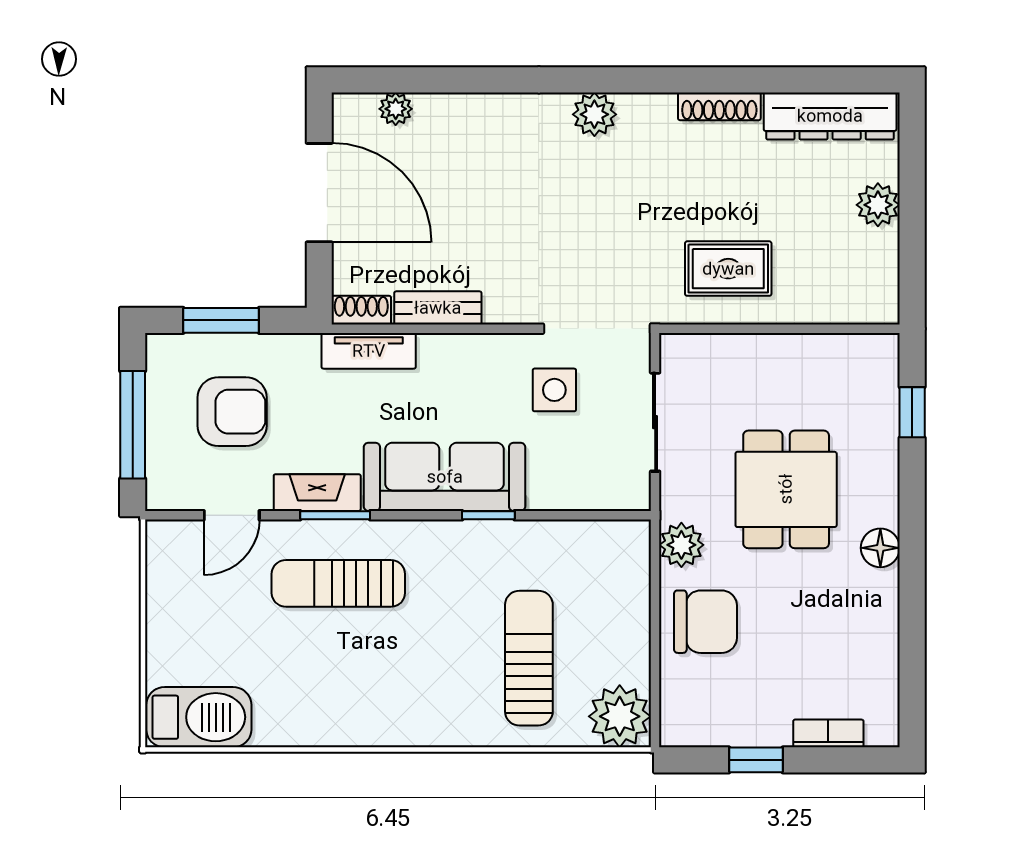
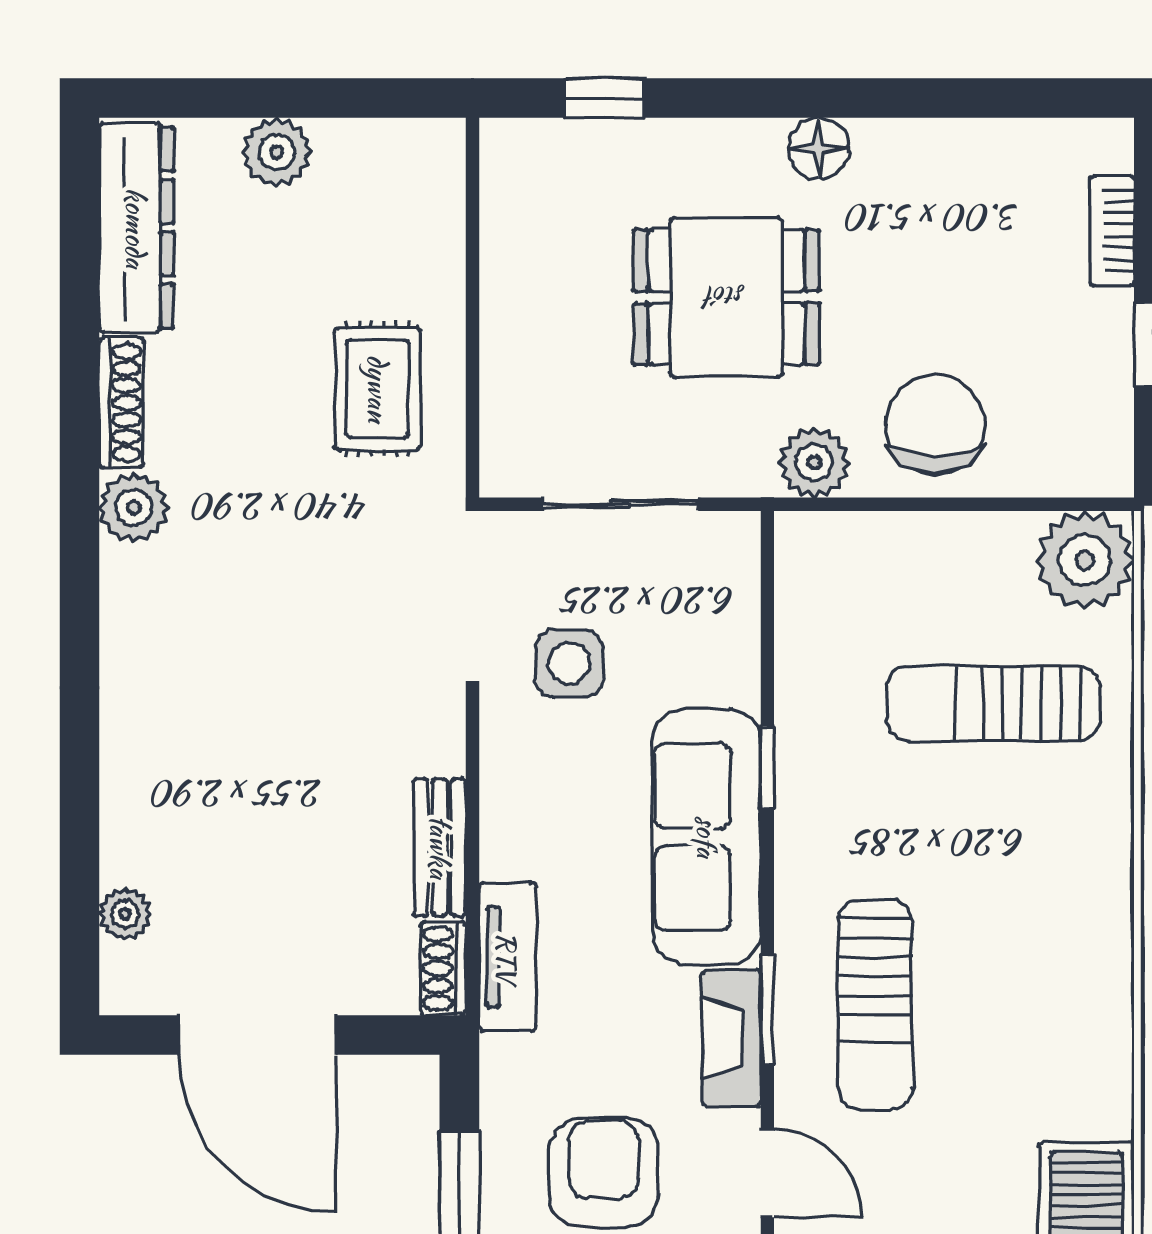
plant: (594, 114) -> (134, 508), moved
door: (319, 193) -> (257, 1035), swing flipped

